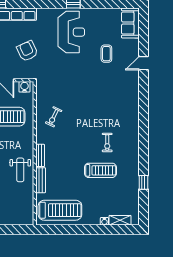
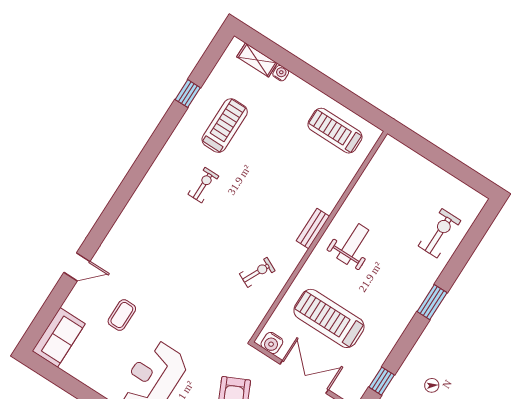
weight bench: (20, 170) -> (353, 244), moved
treadmill: (100, 170) -> (225, 126), moved, turned 90
bench: (41, 180) -> (335, 192), removed
treadmill: (60, 210) -> (335, 131), width x0.73, depth x0.73

